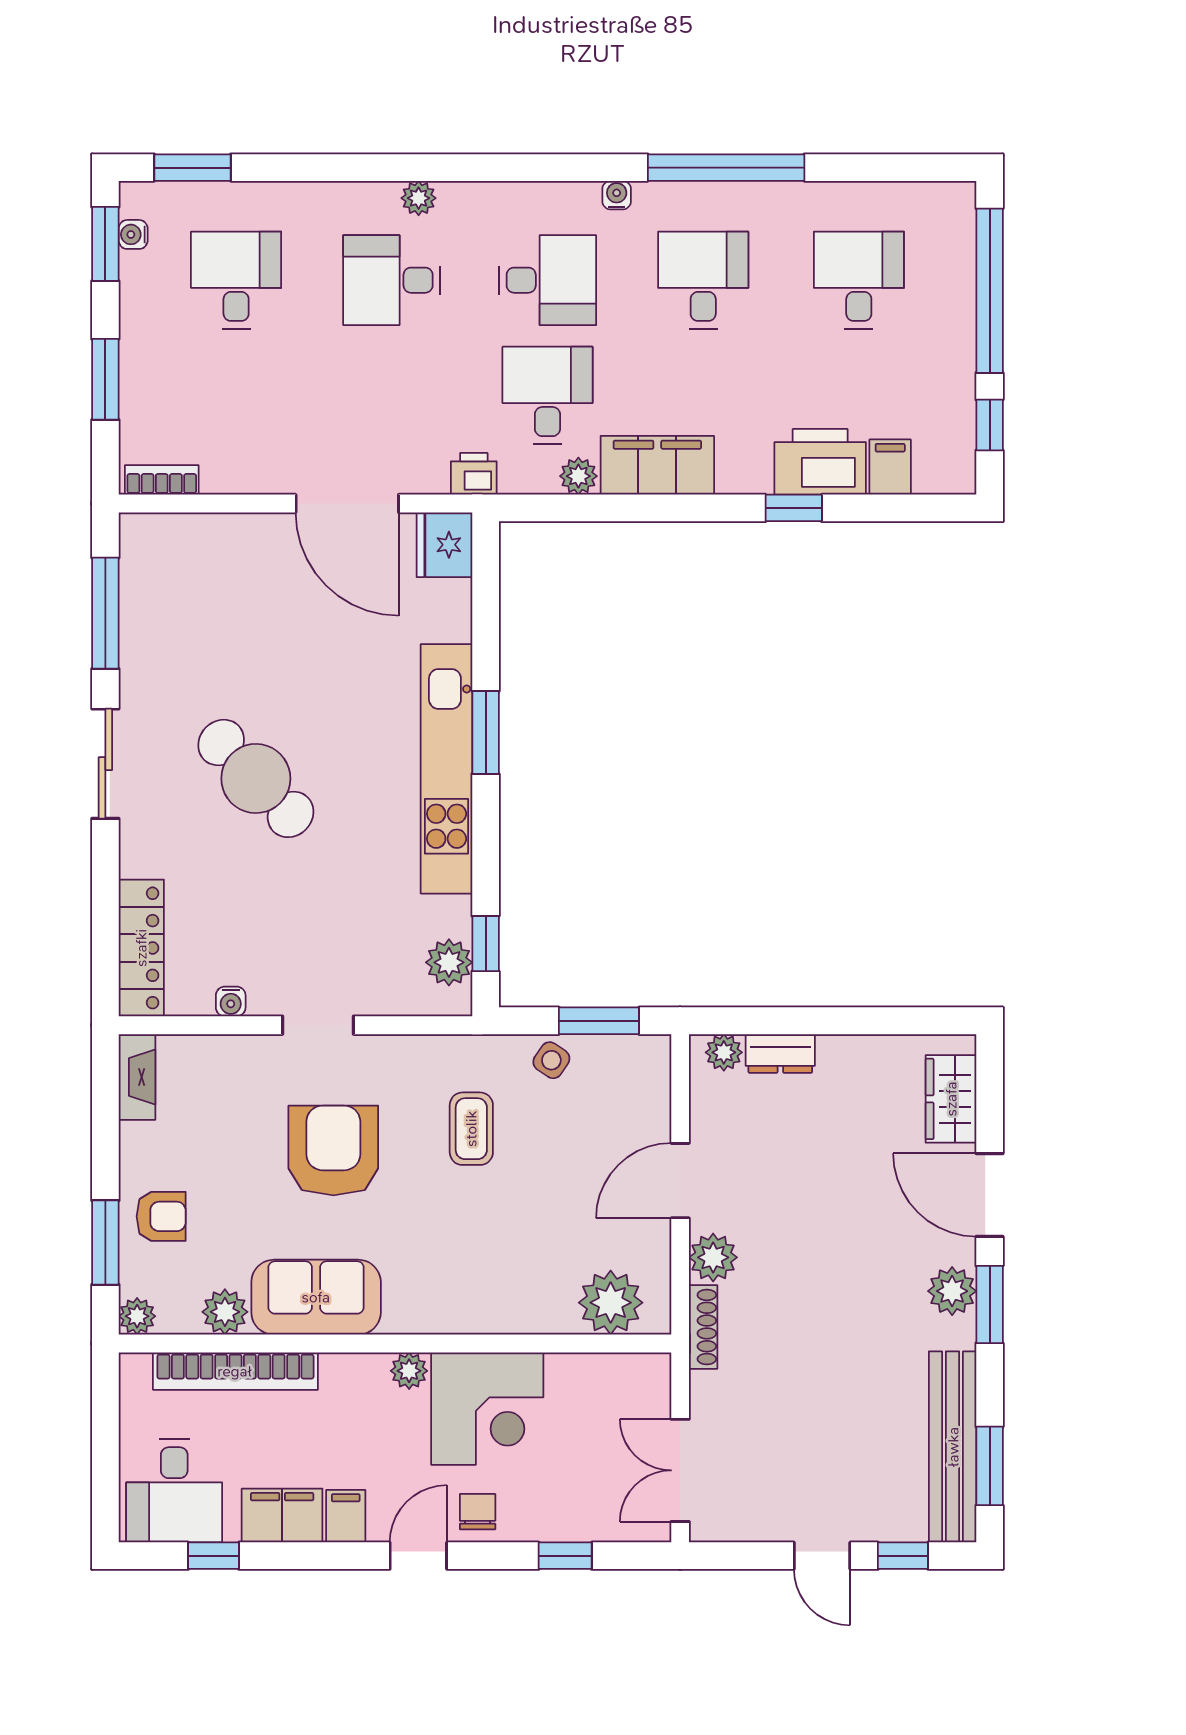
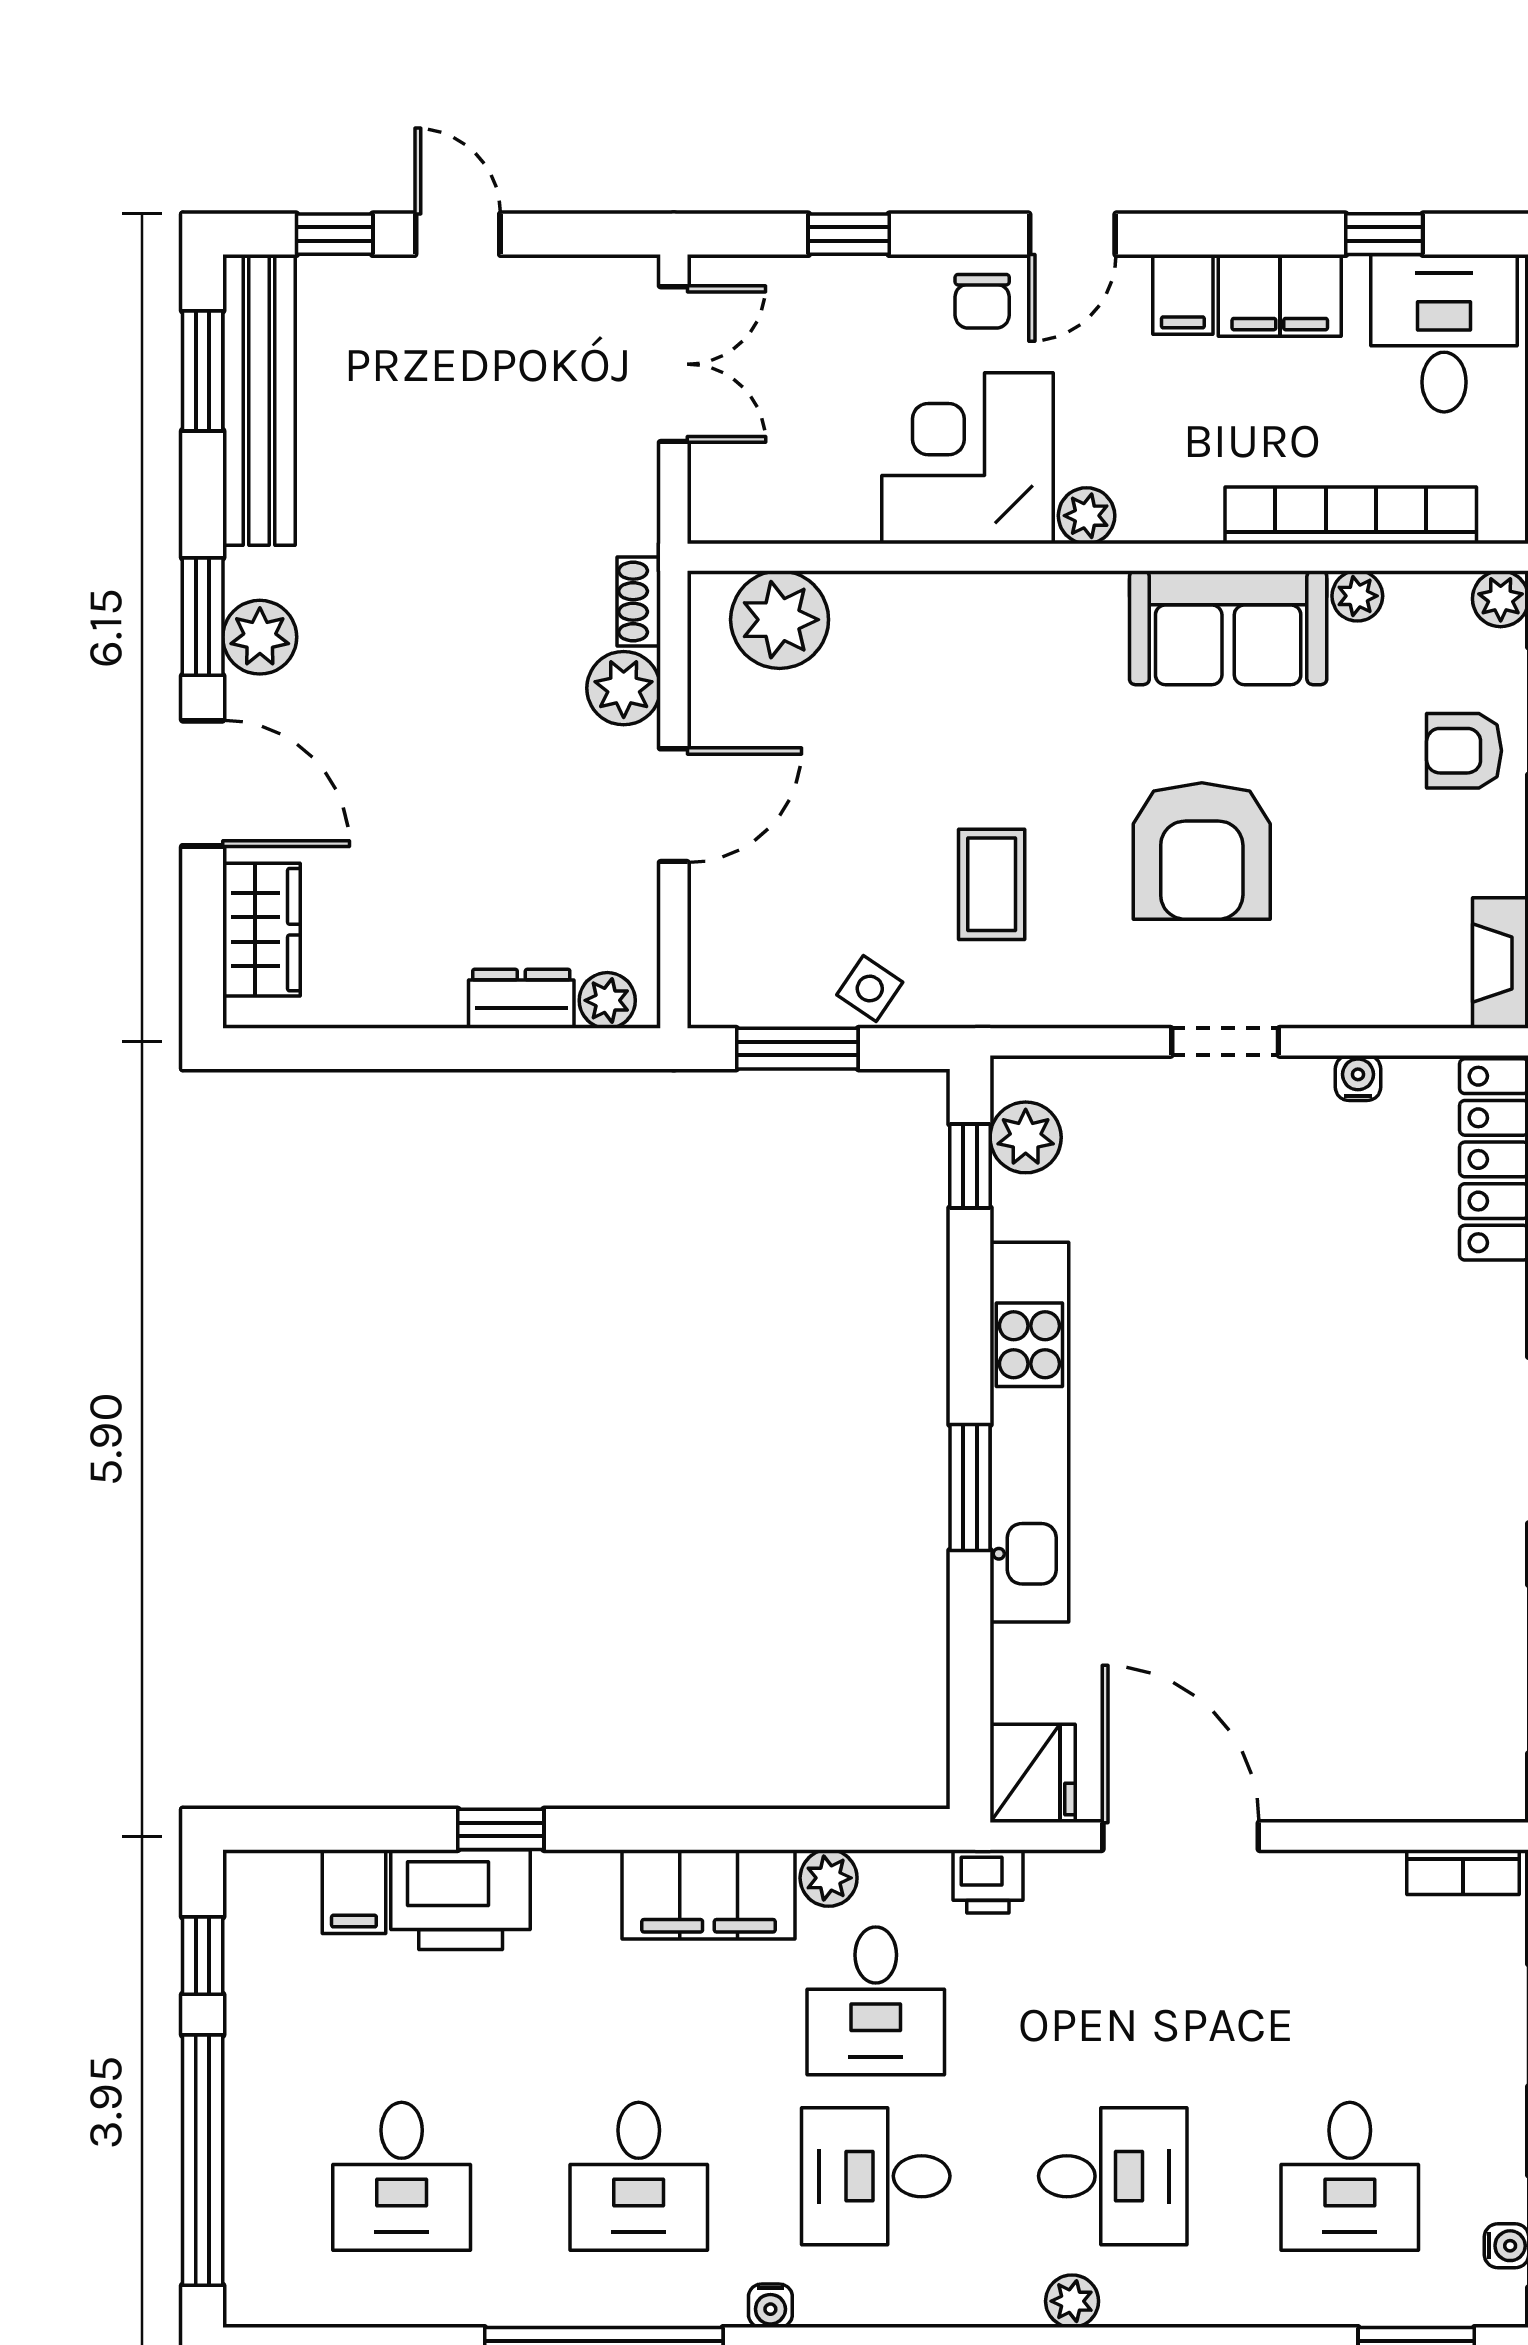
cafe table: (256, 778) -> (1320, 1418), removed
plant: (225, 1312) -> (1357, 596), width x0.73, depth x0.73
shoe rack: (703, 1327) -> (639, 601), width x0.70

